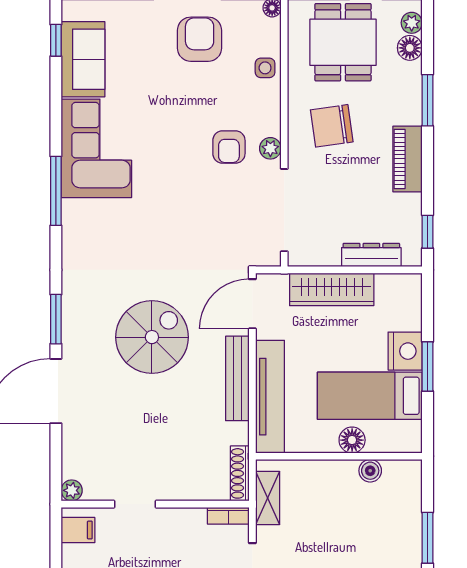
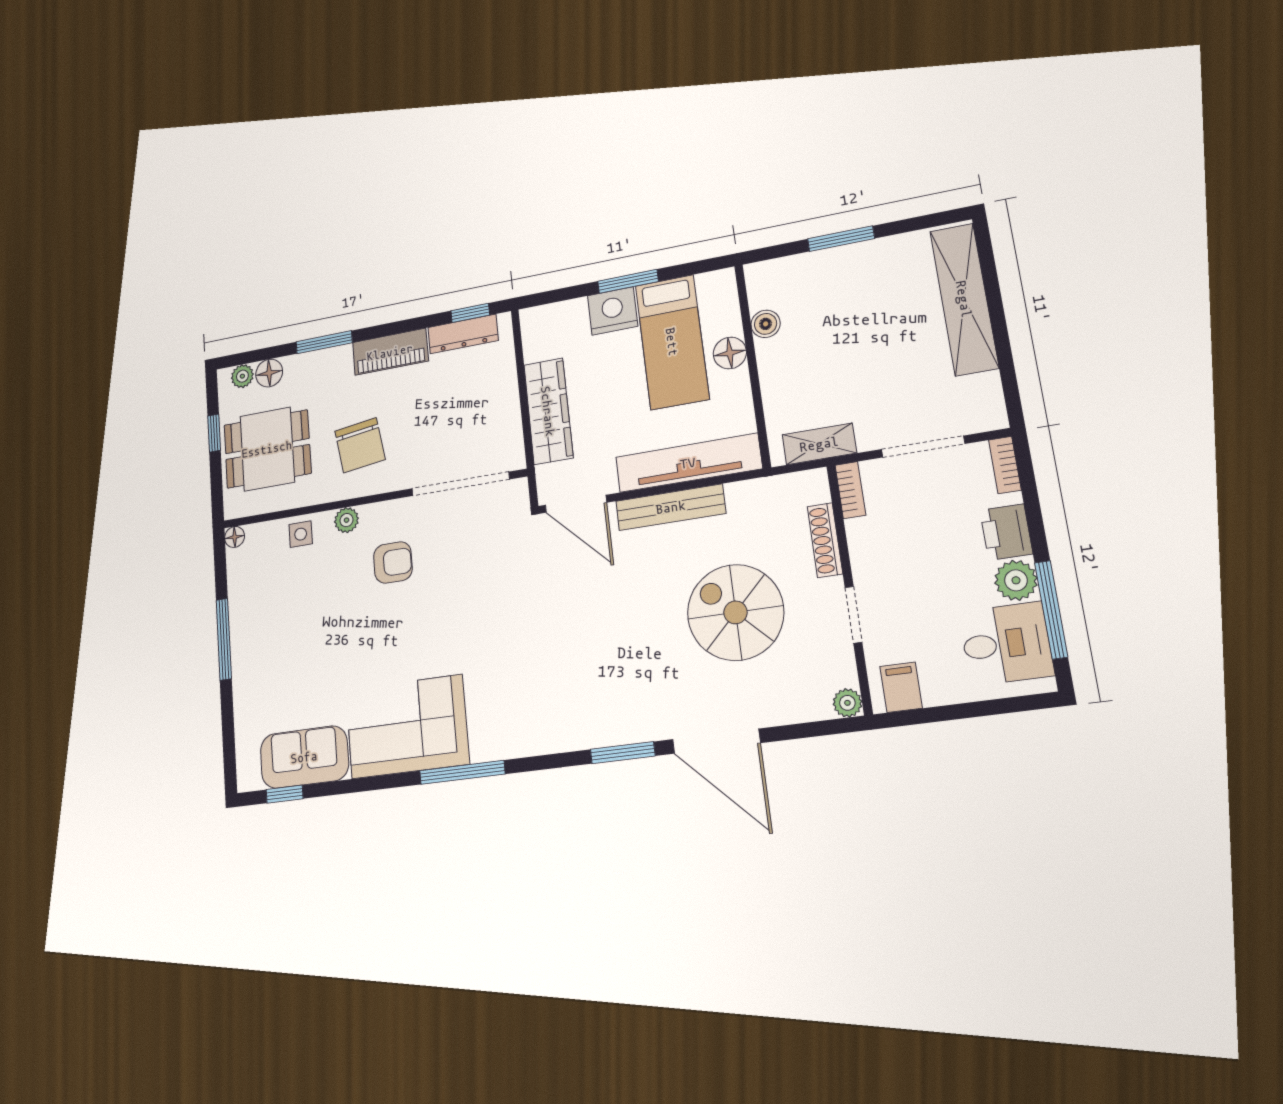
armchair: (200, 39) -> (273, 617), removed
plant: (270, 148) -> (347, 520), moved
dresser: (371, 255) -> (463, 334), moved, turned -90
spiral stairs: (152, 337) -> (735, 612), moved
shoe rack: (240, 473) -> (825, 540), moved, turned 90

